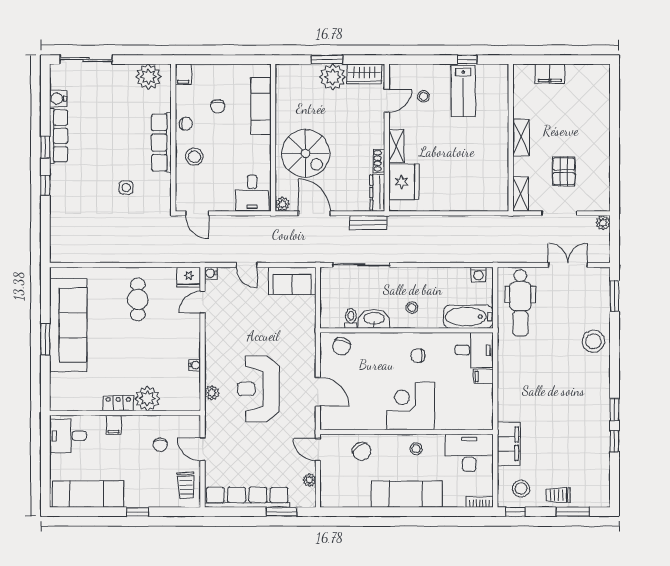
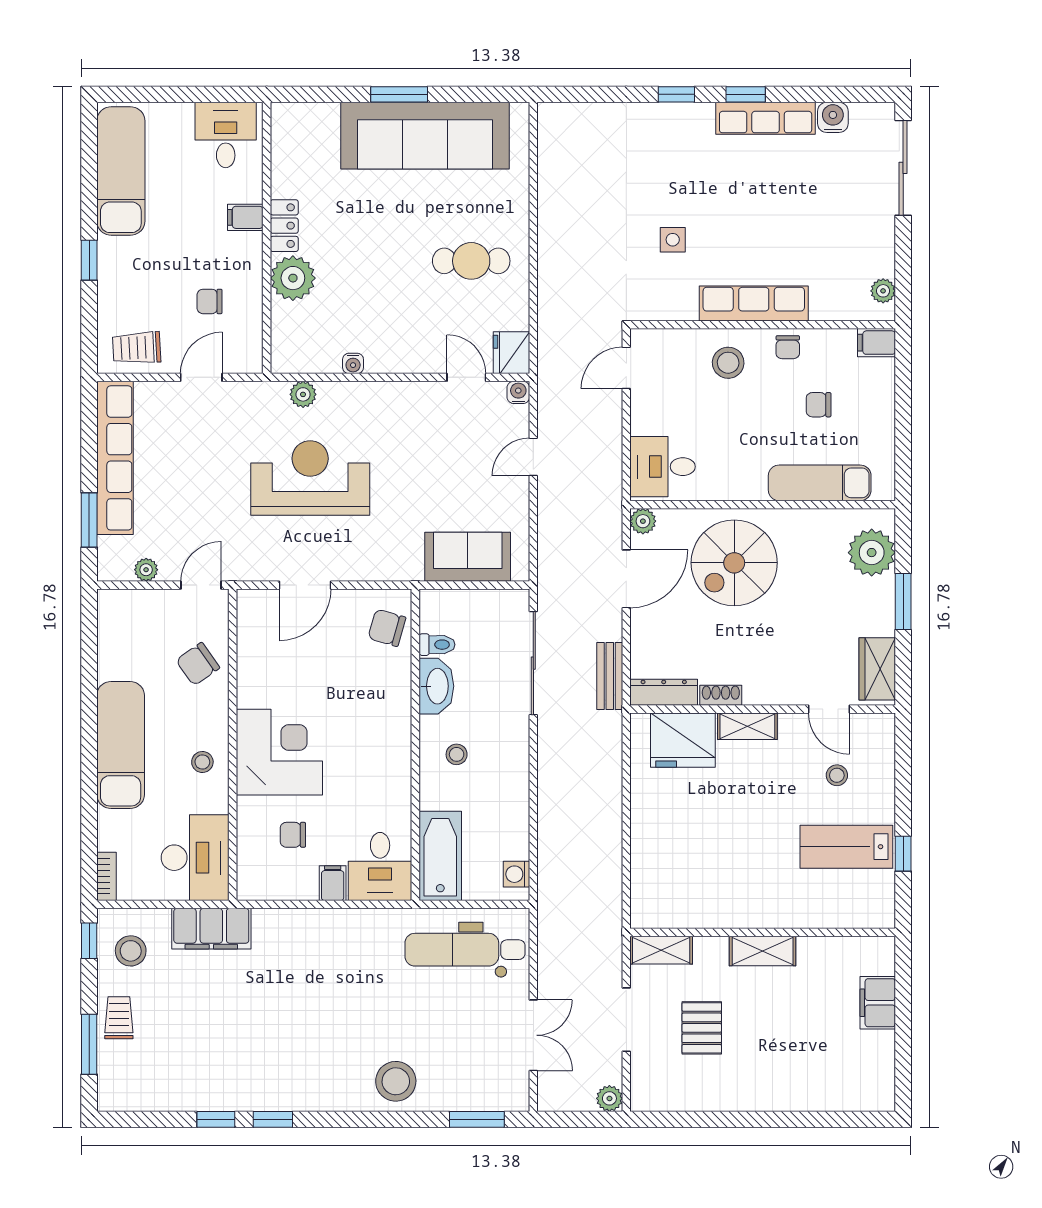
plant: (148, 77) -> (883, 291), width x0.53, depth x0.53
plant: (333, 77) -> (872, 553), moved
pallet: (564, 171) -> (702, 1028), turned 90
sofa: (292, 281) -> (468, 557), moved, turned 90
chair: (418, 356) -> (293, 835), moved, turned -90

